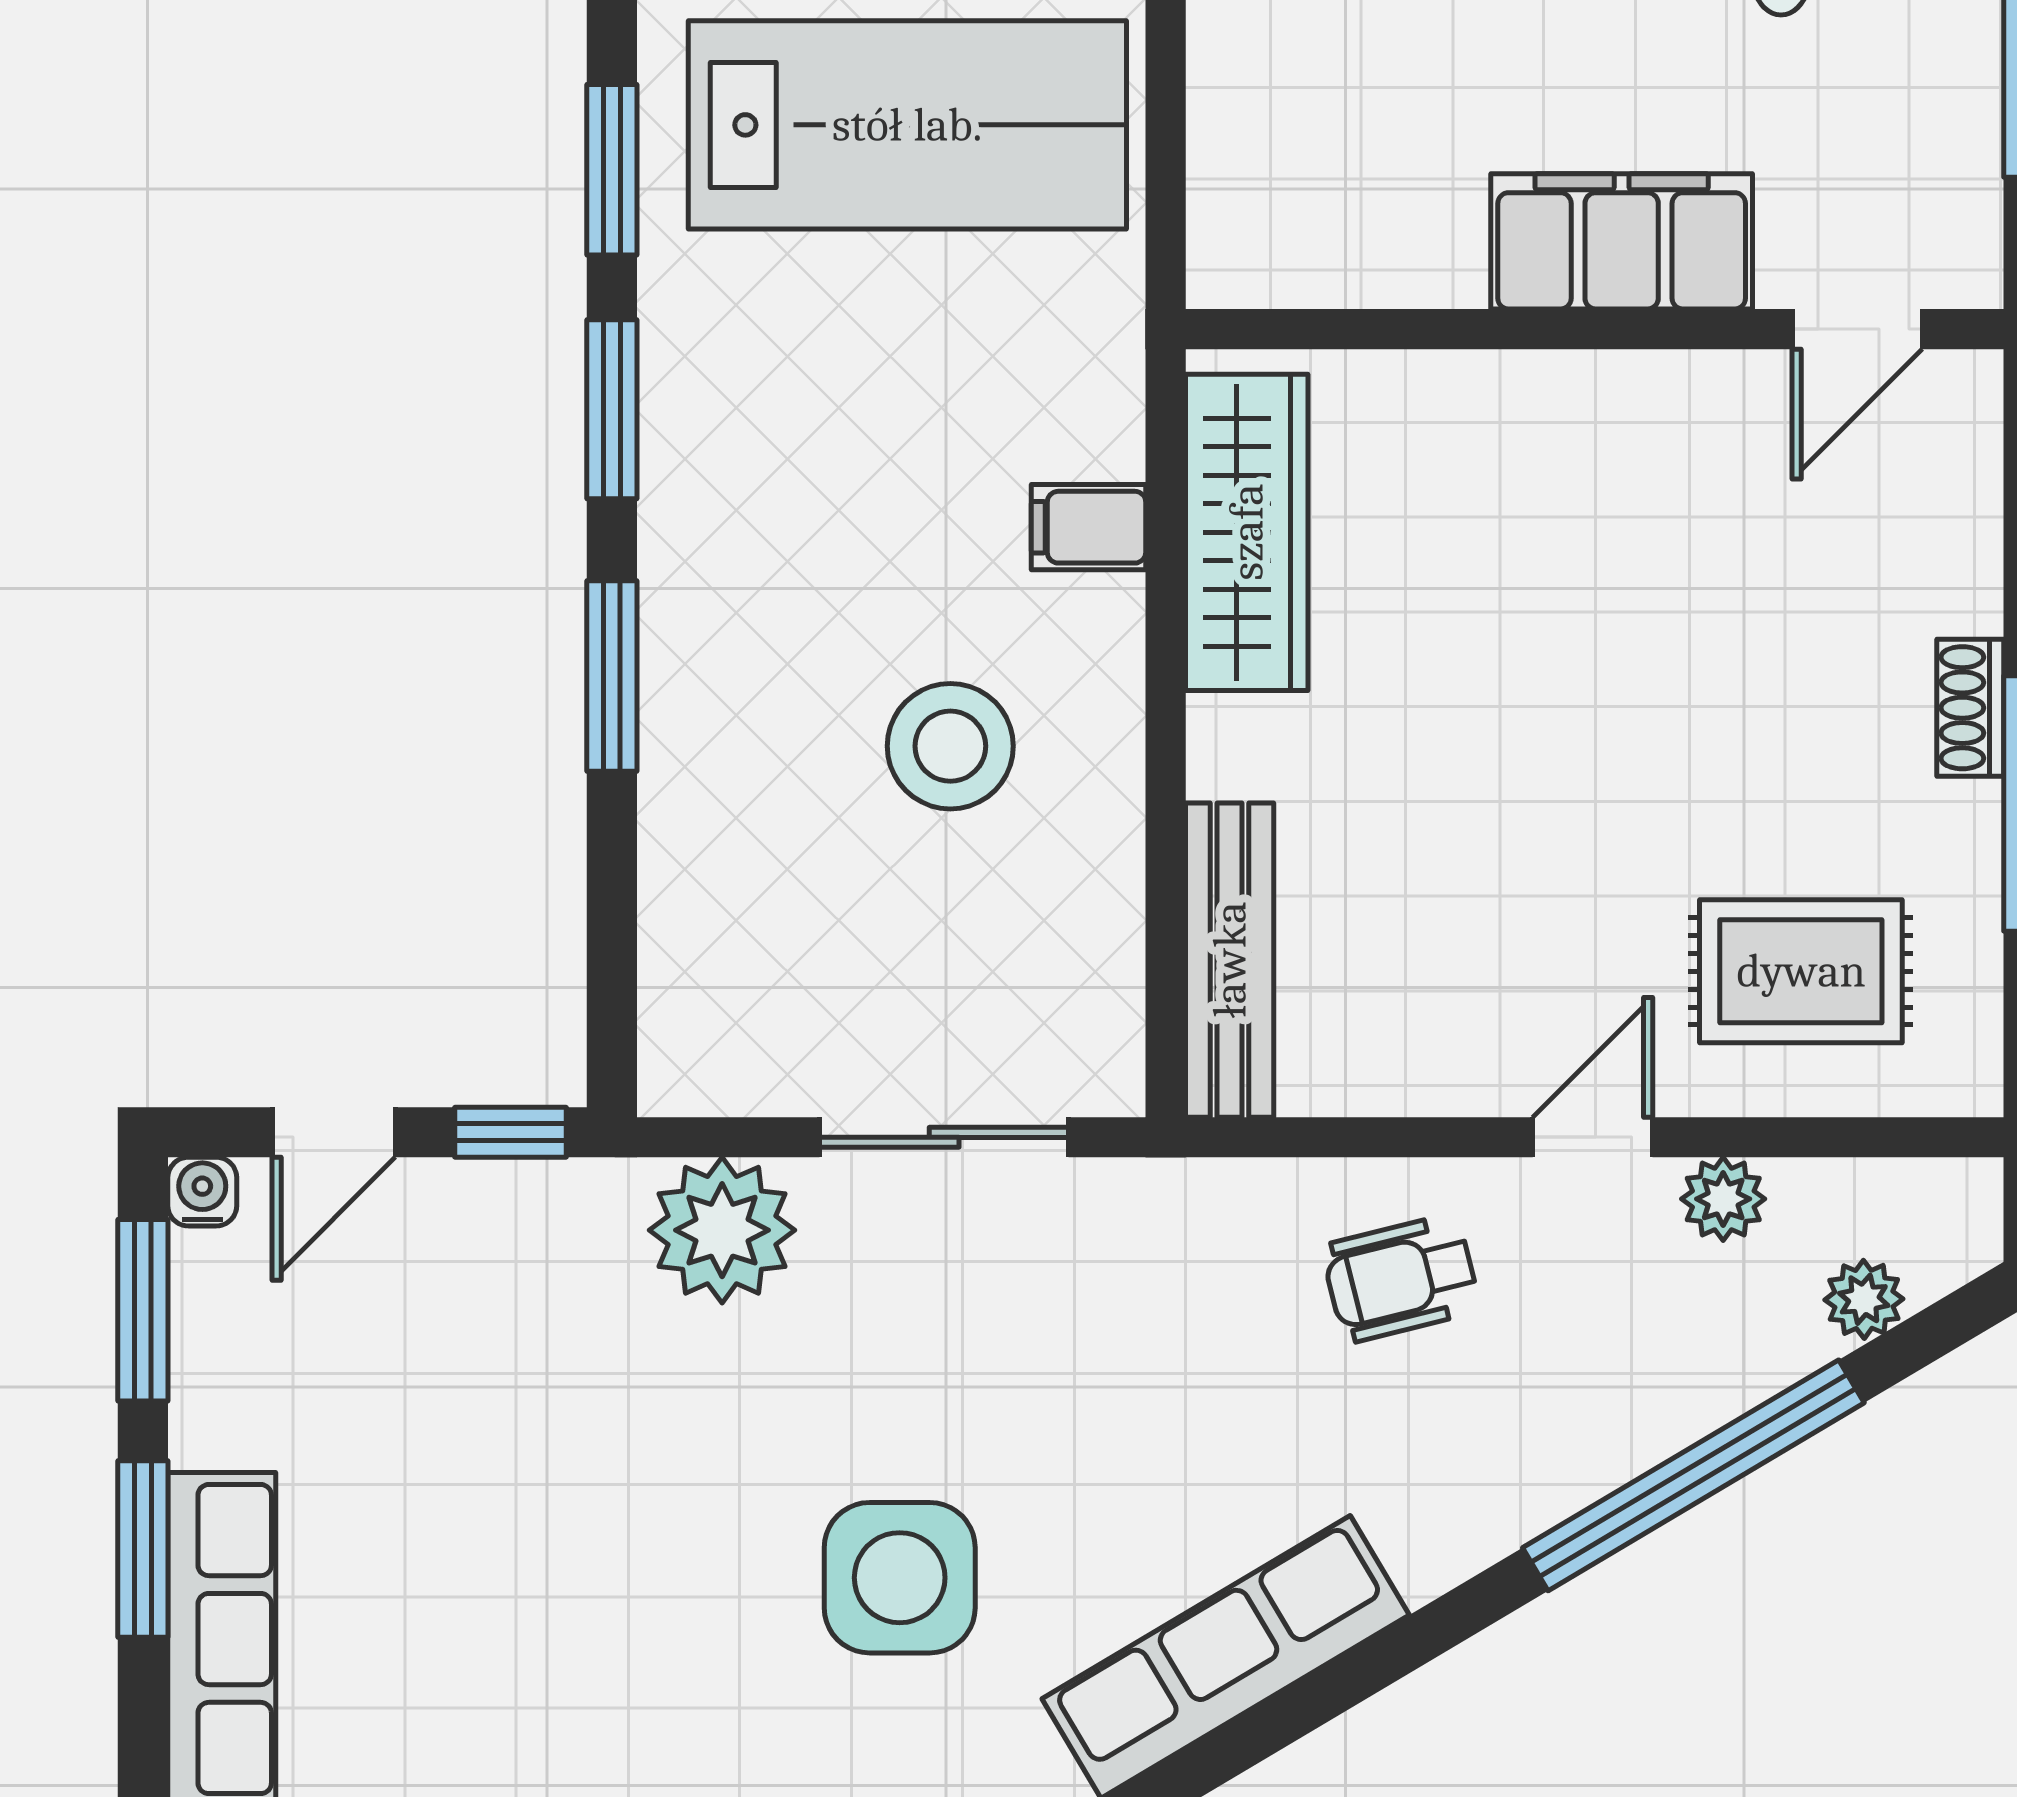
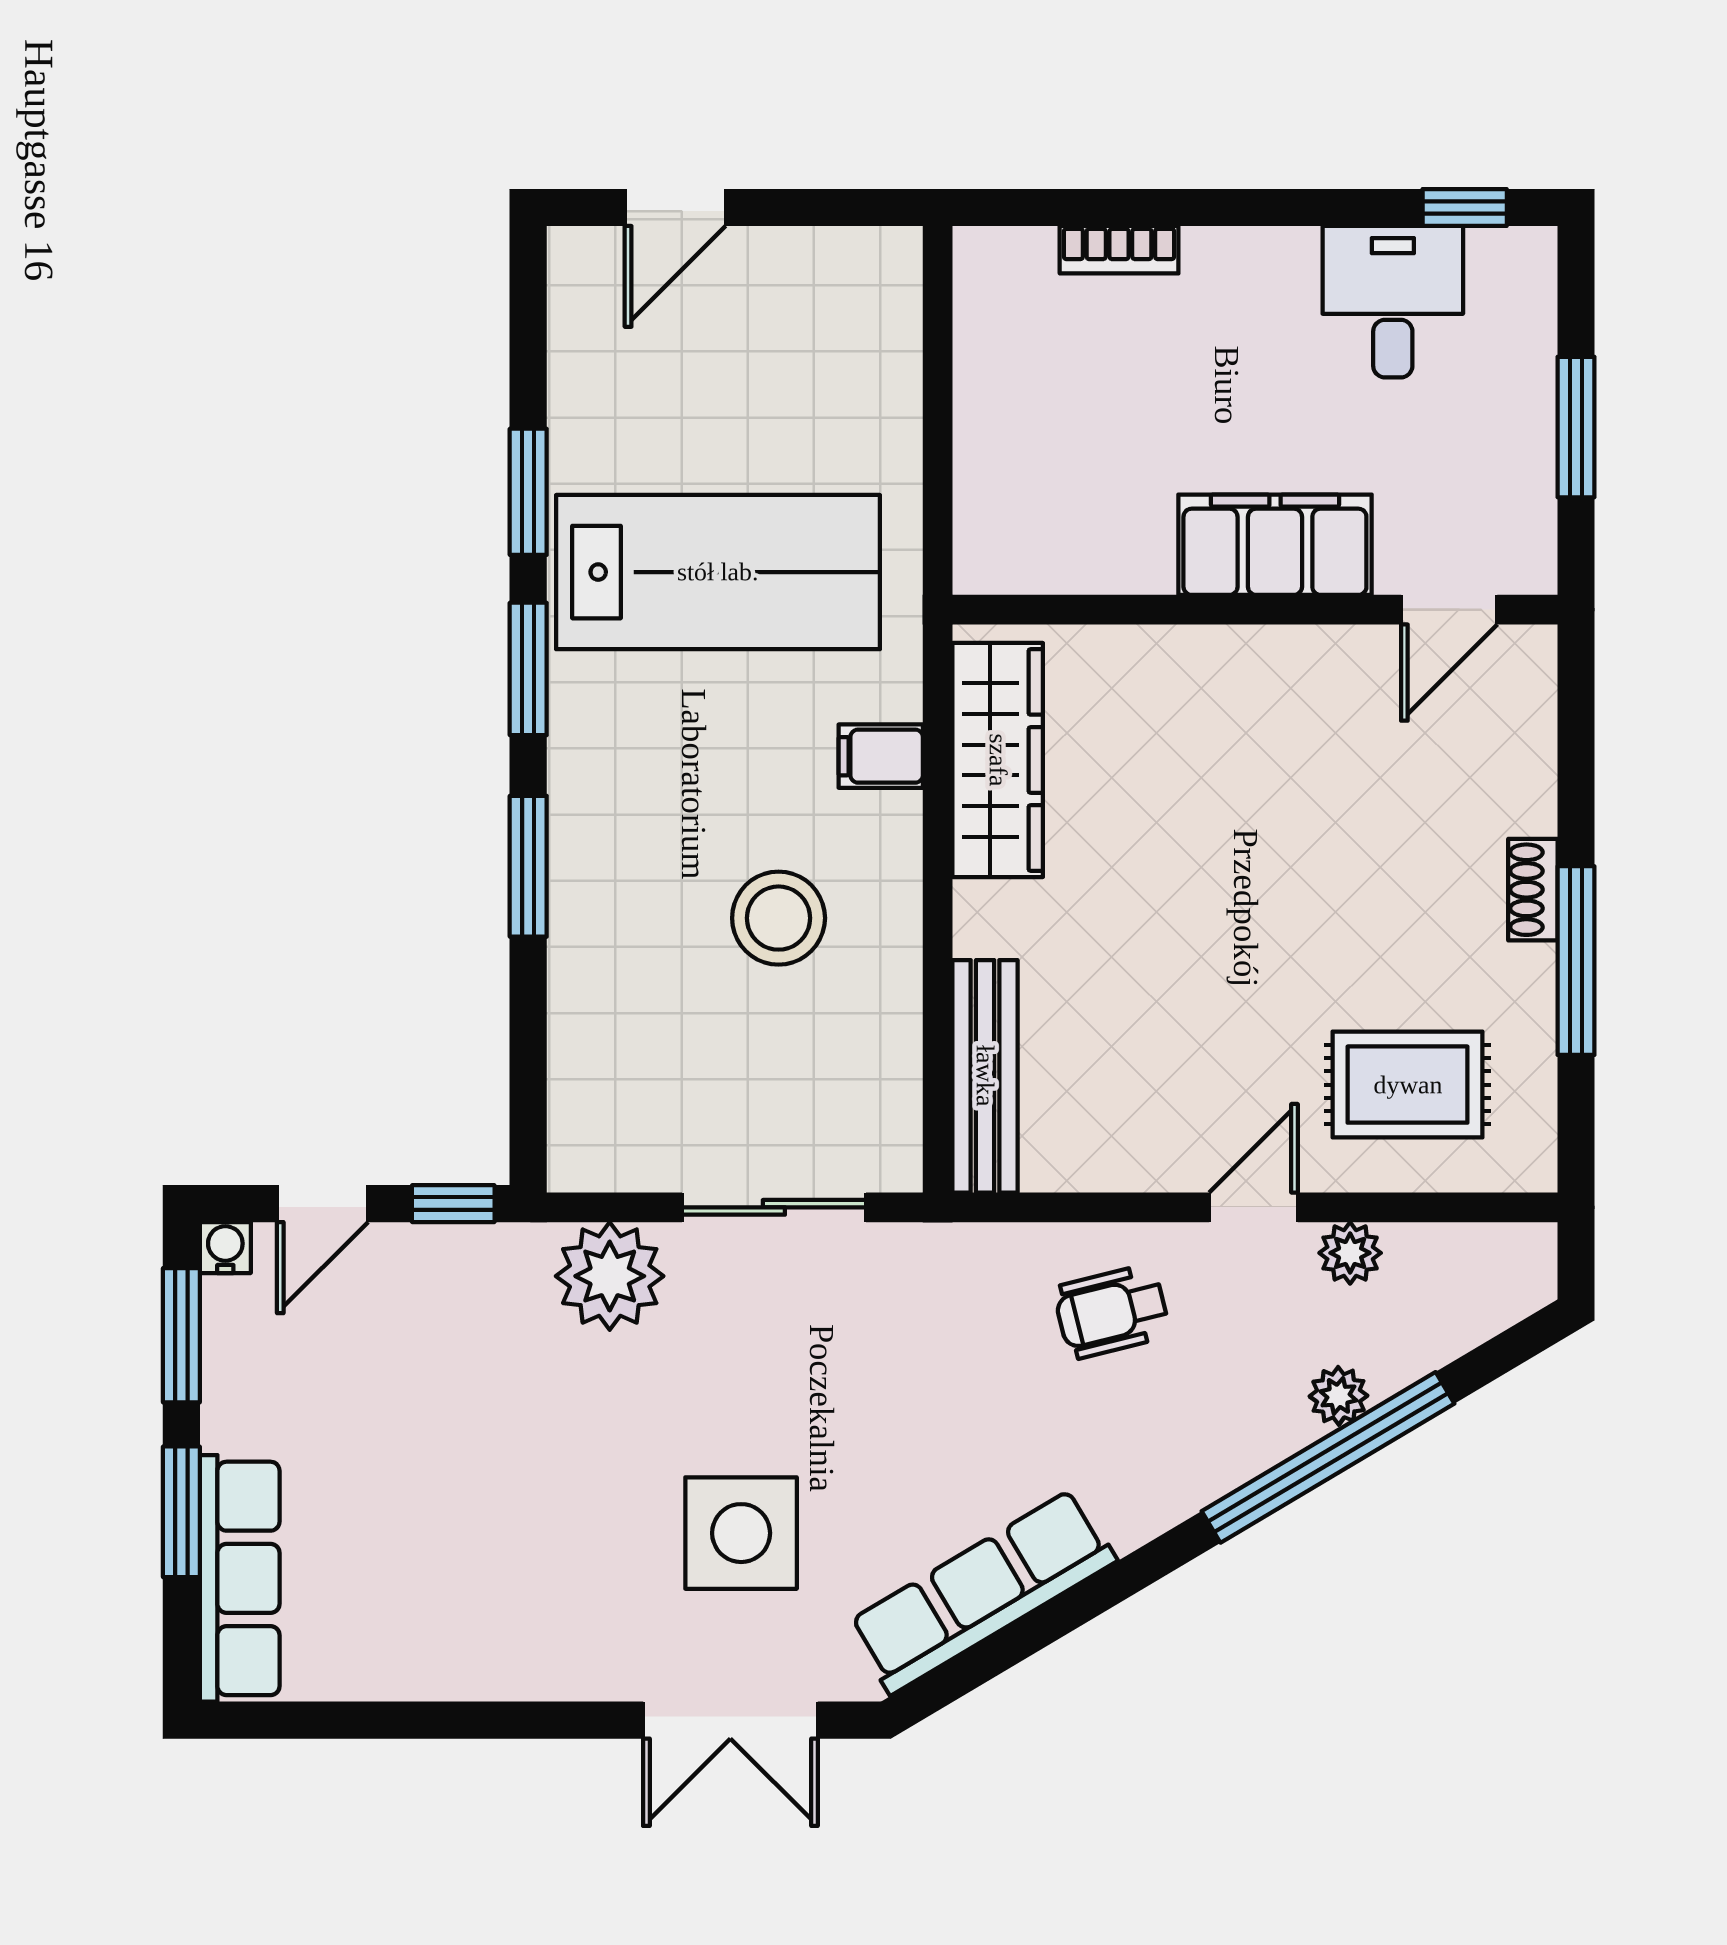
lab bench: (907, 125) -> (718, 572), moved
plant: (1864, 1299) -> (1338, 1396), moved

